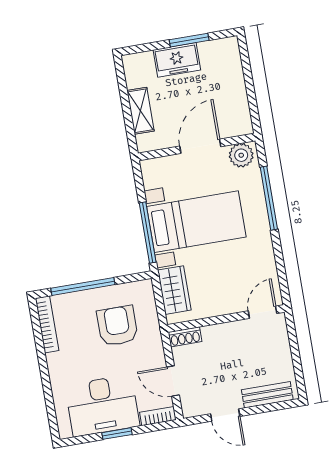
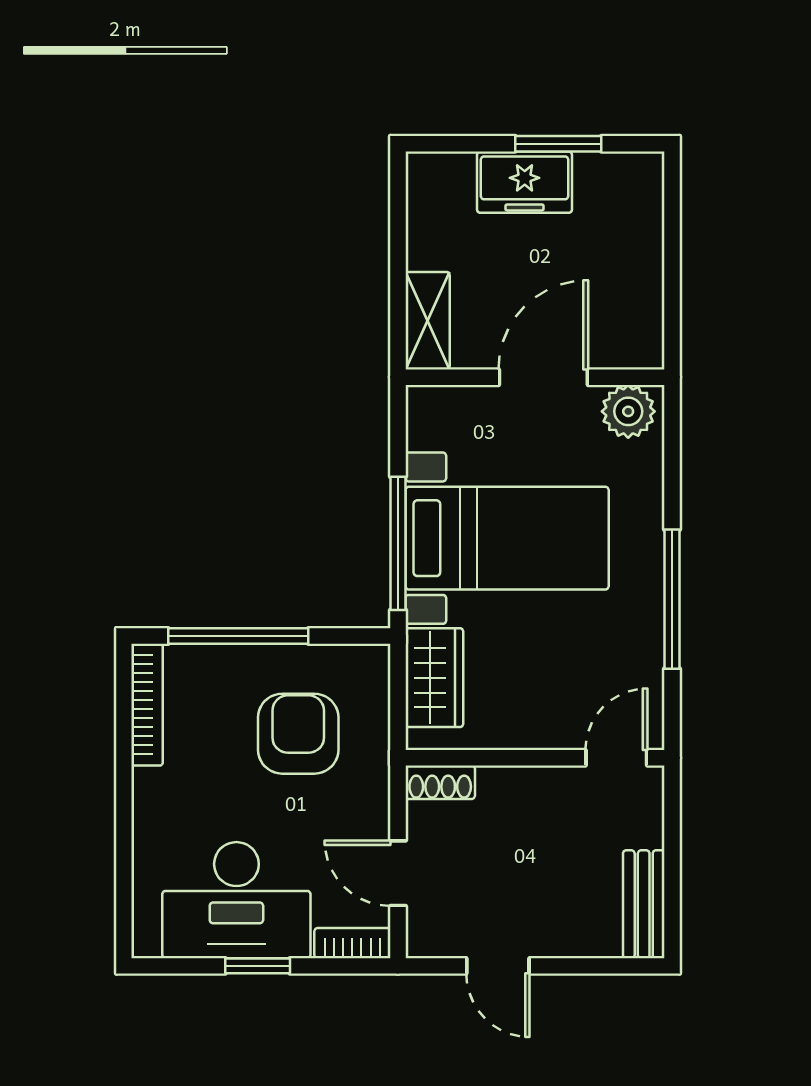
shelving: (141, 111) -> (428, 321), moved
window: (269, 198) -> (672, 599), moved
bench: (267, 395) -> (644, 904), moved, turned 90

